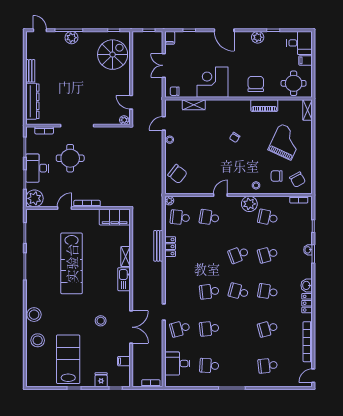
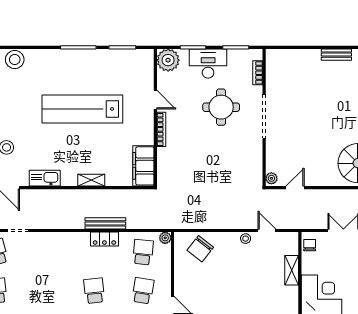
dresser: (32, 101) -> (296, 57), removed
kitchen sink: (124, 279) -> (45, 178), moved
school desk: (209, 291) -> (94, 291), moved

